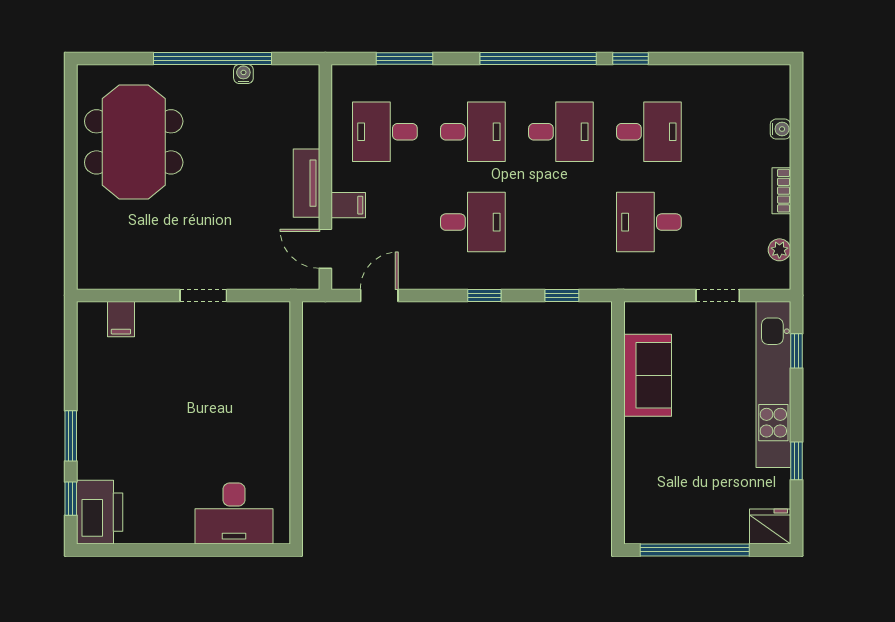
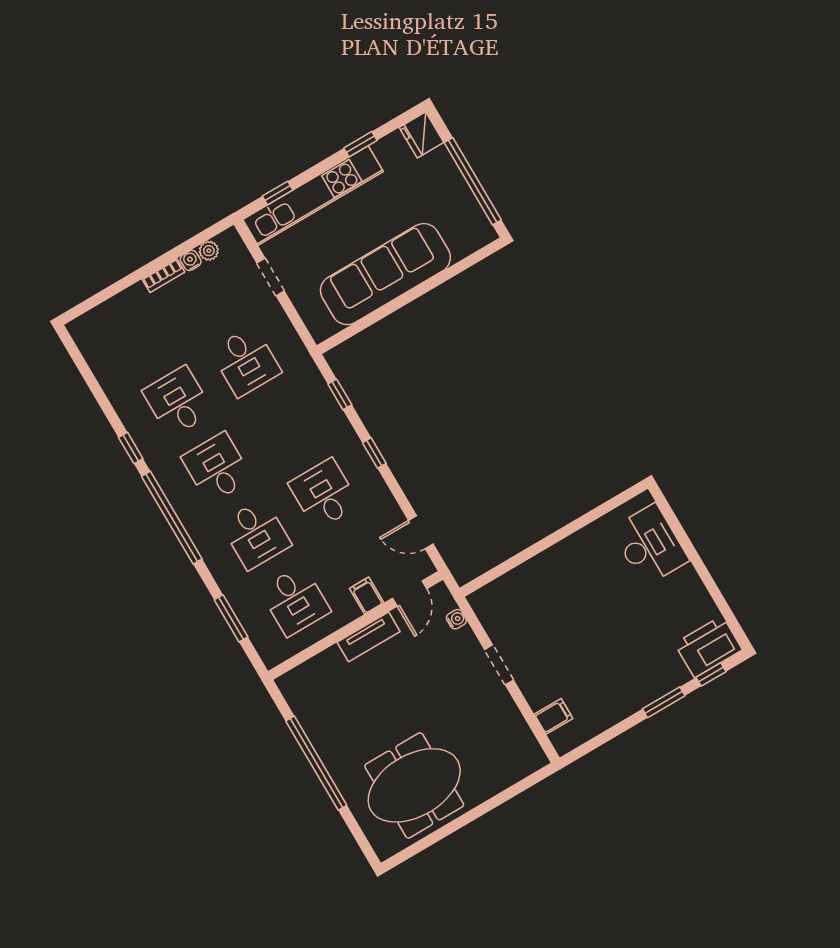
water cooler: (243, 74) -> (456, 619), moved, turned 180
water cooler: (780, 129) -> (191, 260), moved
desk: (473, 132) -> (256, 534), turned 180
sofa: (648, 375) -> (385, 274), width x1.85, depth x1.27

